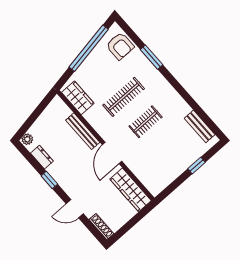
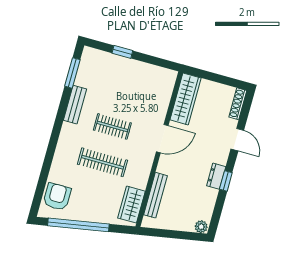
window: (152, 57) -> (72, 73), moved
bench: (200, 126) -> (75, 105), moved
bench: (83, 131) -> (155, 195), moved
dresser: (42, 157) -> (216, 176), moved

